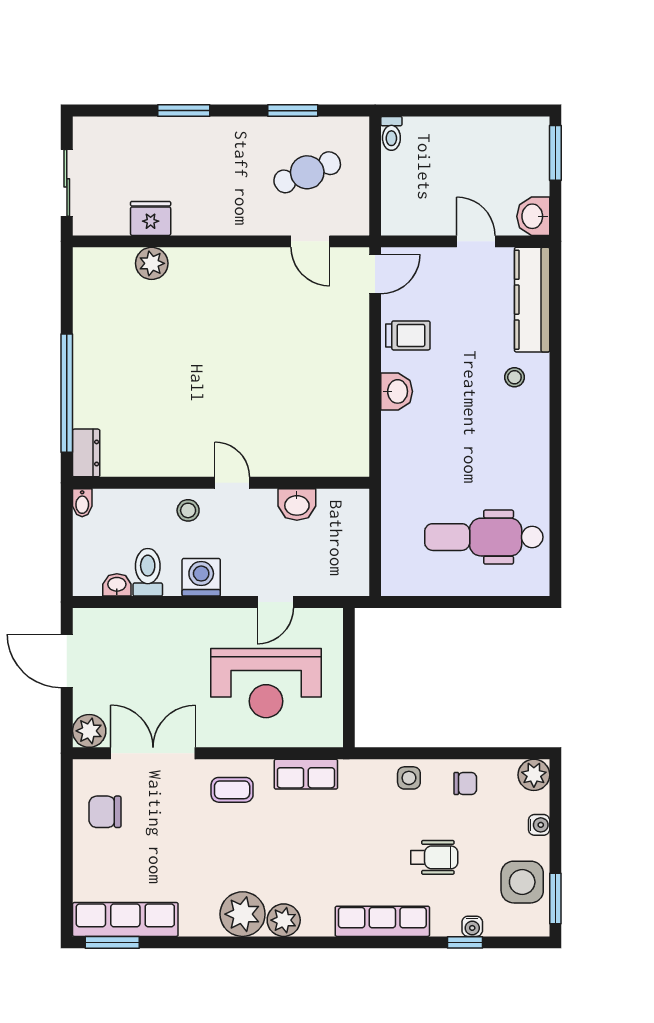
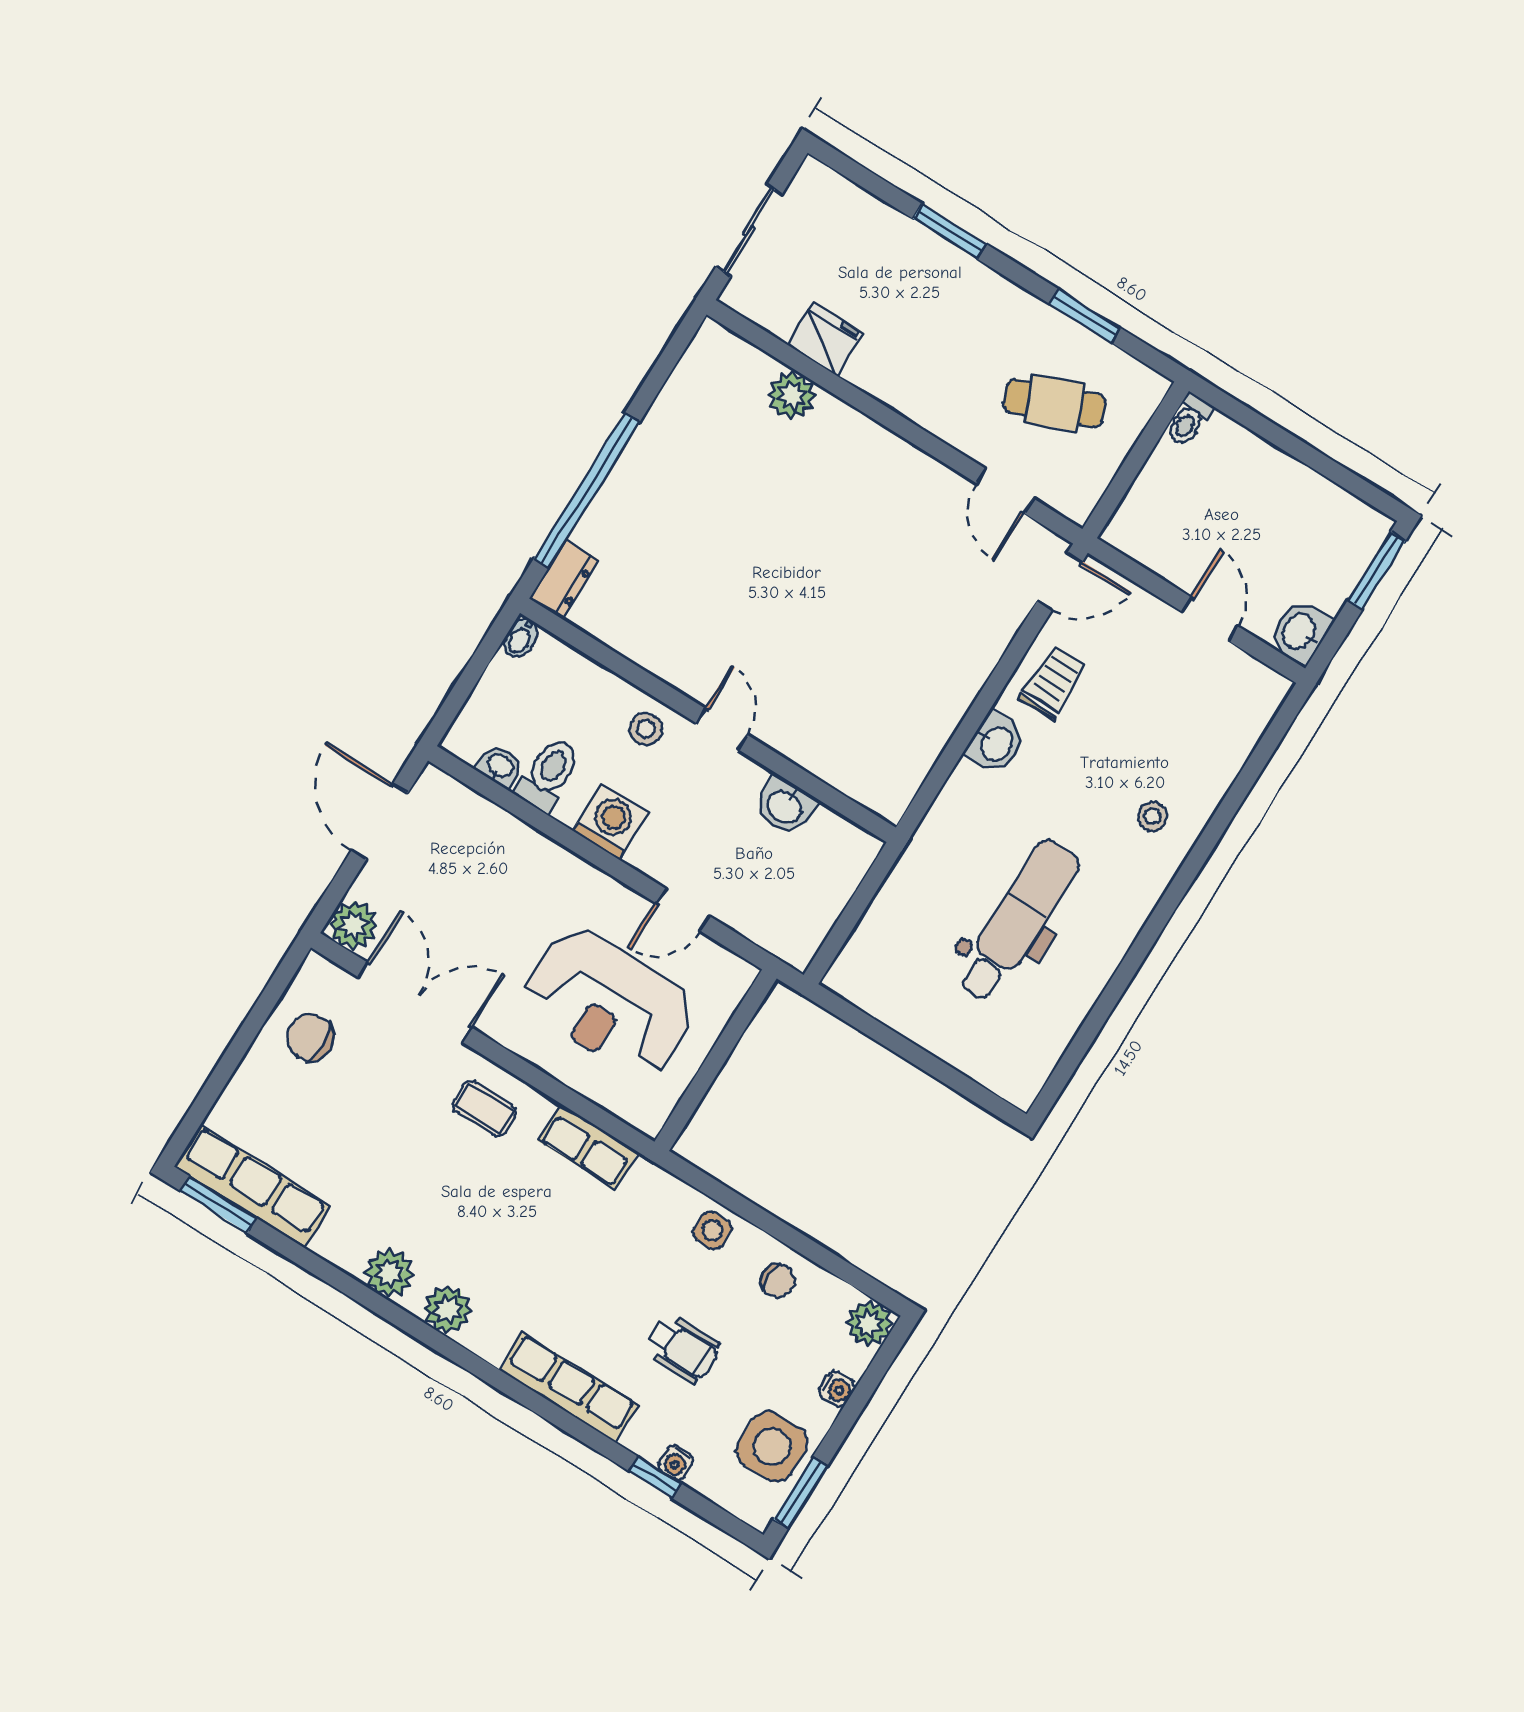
kitchen counter: (532, 300) -> (1234, 734), removed
trolley: (408, 335) -> (1053, 683), turned -90
dental chair: (484, 537) -> (1018, 920), moved, turned 90
plant: (243, 914) -> (389, 1273), width x0.73, depth x0.73

